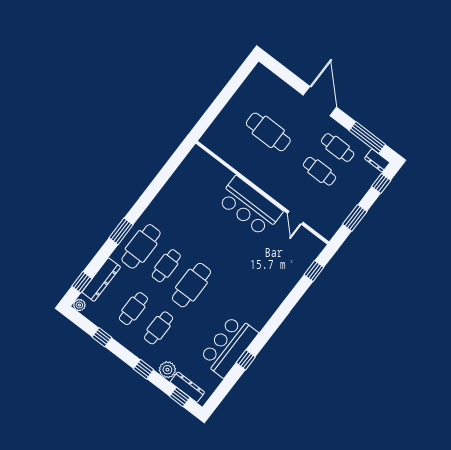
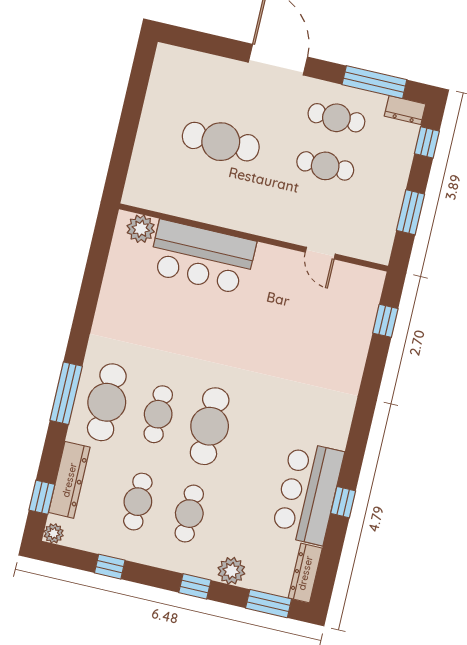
plant: (203, 160) -> (141, 229), added
bar counter: (250, 206) -> (202, 257), moved
window: (121, 231) -> (66, 393), width x1.44
dresser: (187, 387) -> (305, 573), moved, turned -90
window: (180, 397) -> (269, 604), width x1.50

